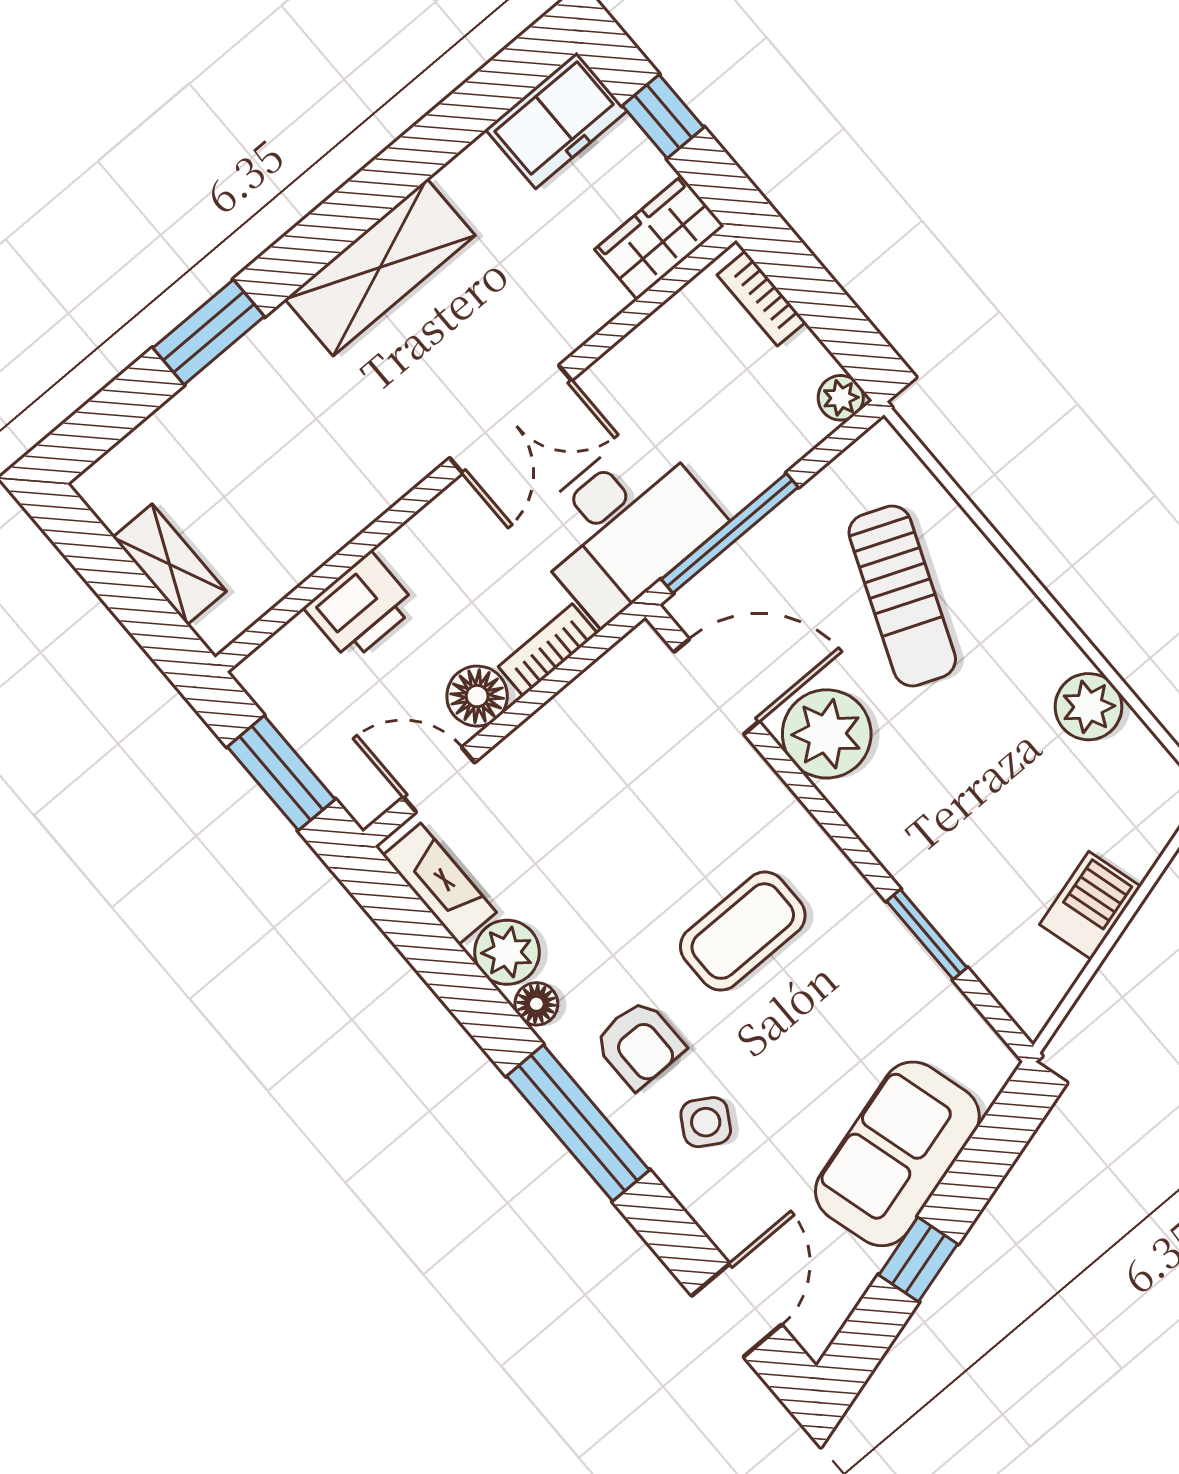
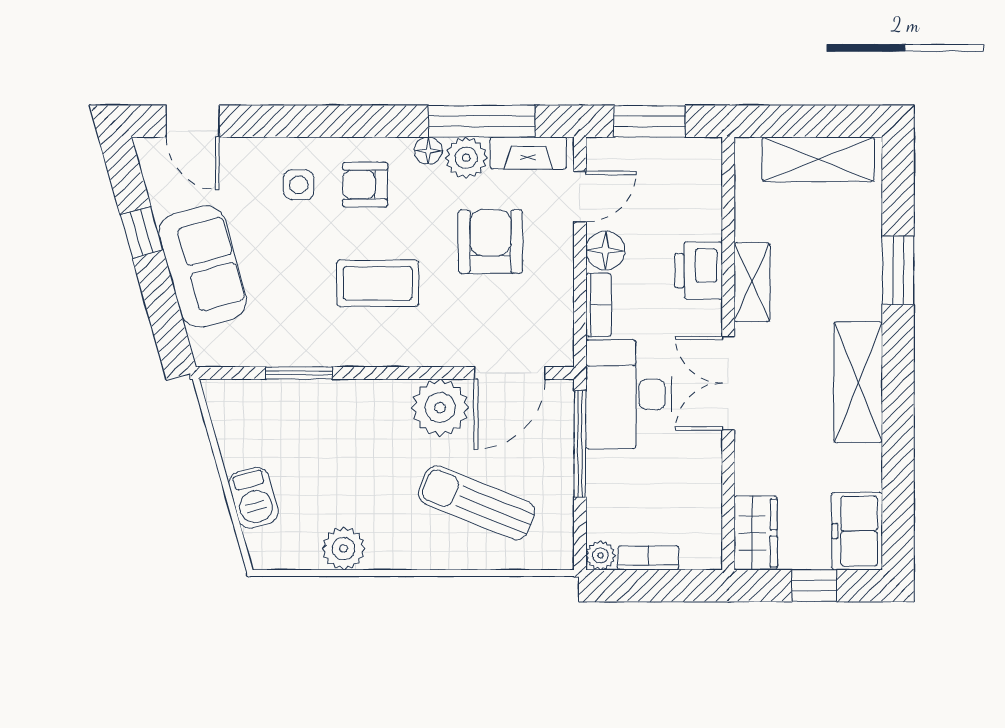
bookcase: (761, 298) -> (648, 558), moved
shelving: (368, 492) -> (752, 282), added
shelving: (170, 564) -> (818, 159), width x1.50, depth x1.33
printer: (360, 607) -> (699, 271), moved
armchair: (581, 840) -> (491, 242), added
barbecue: (1090, 905) -> (253, 498), moved
coffee table: (743, 931) -> (378, 283), turned 90
side table: (706, 1122) -> (299, 185), turned -31
window: (578, 1123) -> (482, 121), moved

